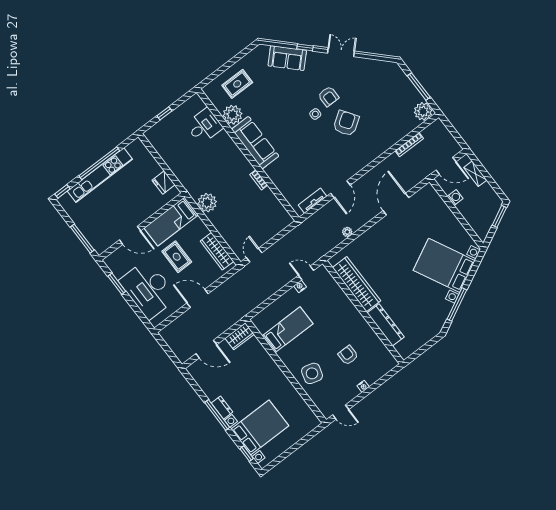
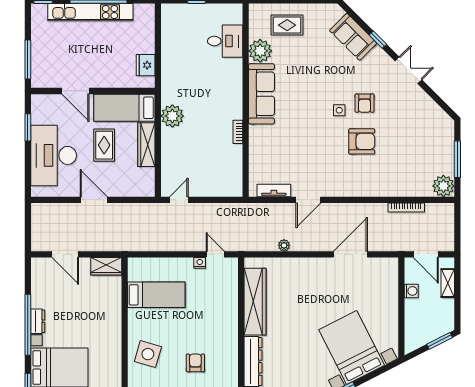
armchair: (346, 123) -> (362, 141), turned 34
wardrobe: (217, 251) -> (146, 145), moved
window: (217, 415) -> (28, 325), width x1.46

